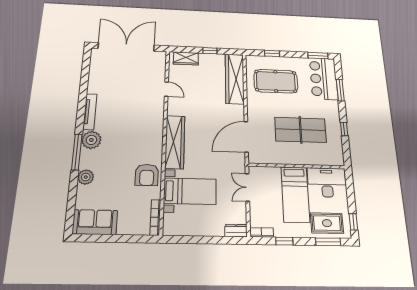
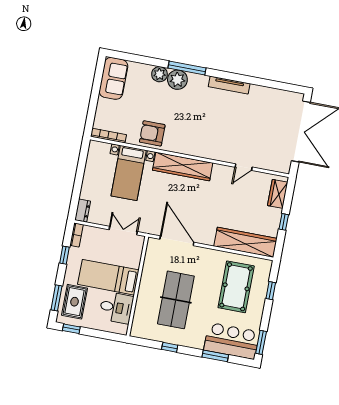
plant: (91, 140) -> (177, 80), moved
desk: (327, 182) -> (116, 308), width x0.73

